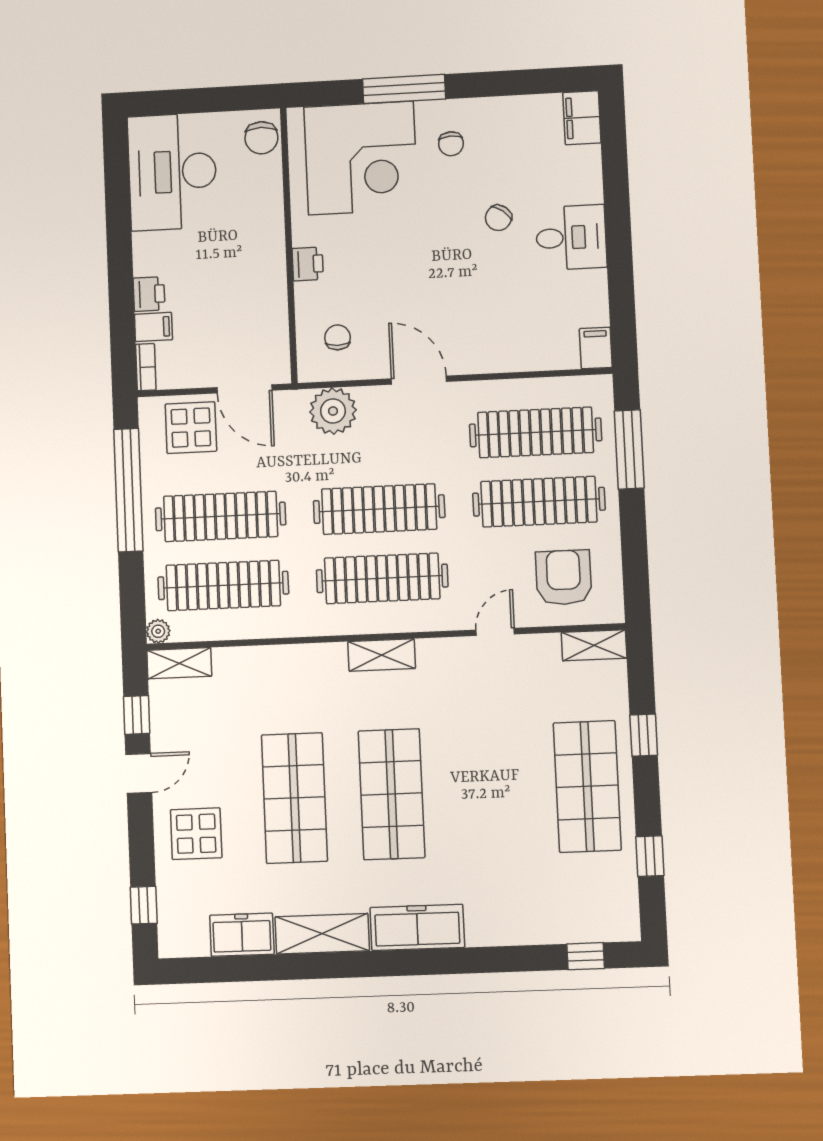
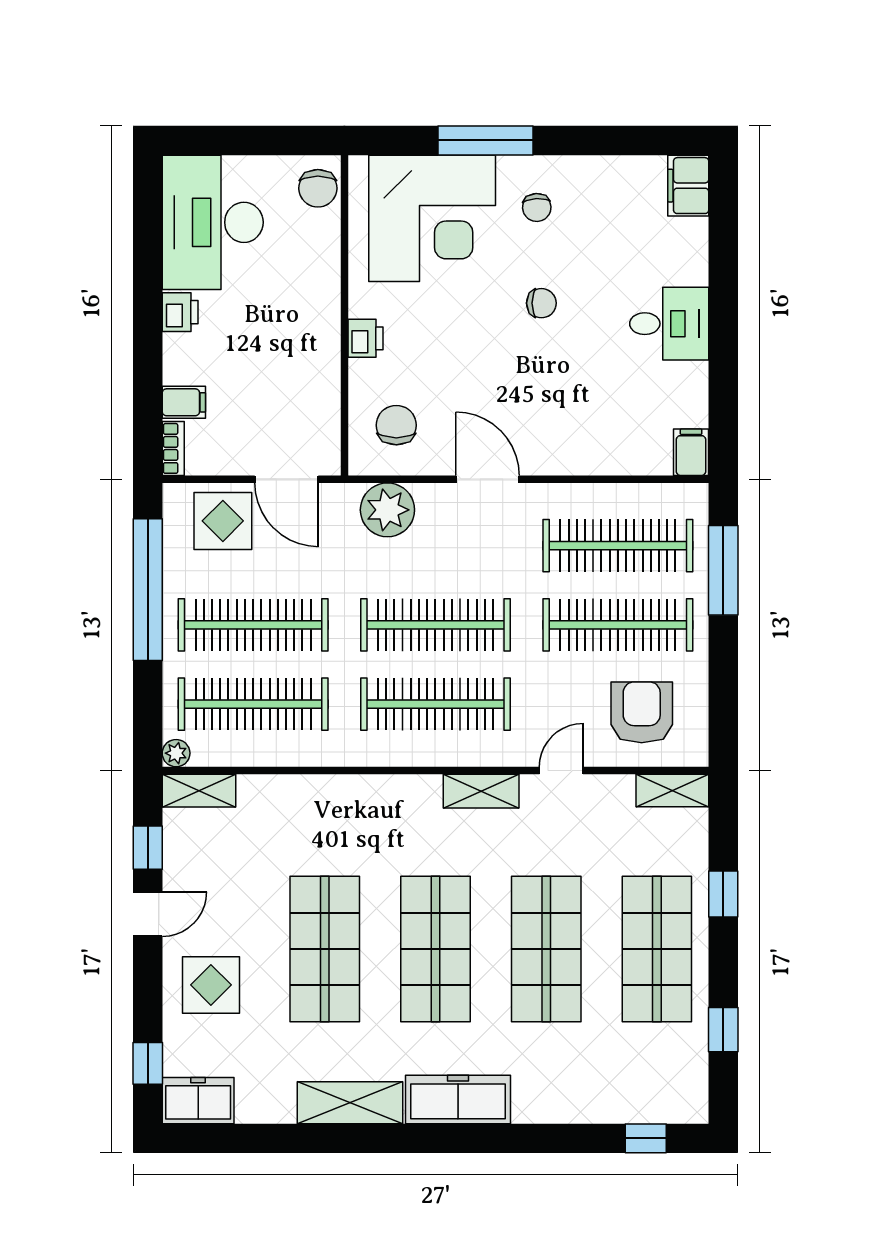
chair: (498, 218) -> (541, 303), moved, turned -127
printer: (149, 294) -> (180, 312), moved
chair: (338, 337) -> (396, 425), width x1.37, depth x1.37
shelving: (382, 655) -> (481, 791), moved
shop shelf: (489, 790) -> (546, 949), added
freezer: (242, 935) -> (198, 1101), moved

